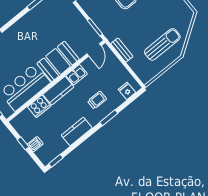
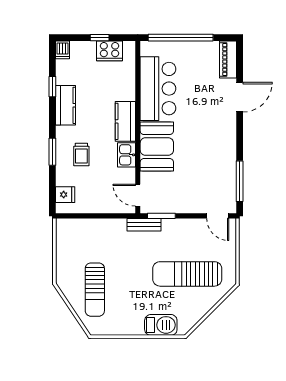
sun lounger: (162, 44) -> (95, 290), moved
bench: (122, 50) -> (144, 225), moved
cooker: (39, 106) -> (109, 51), moved, turned -90
dishwasher: (35, 144) -> (63, 50), moved
window: (56, 161) -> (52, 87), moved

